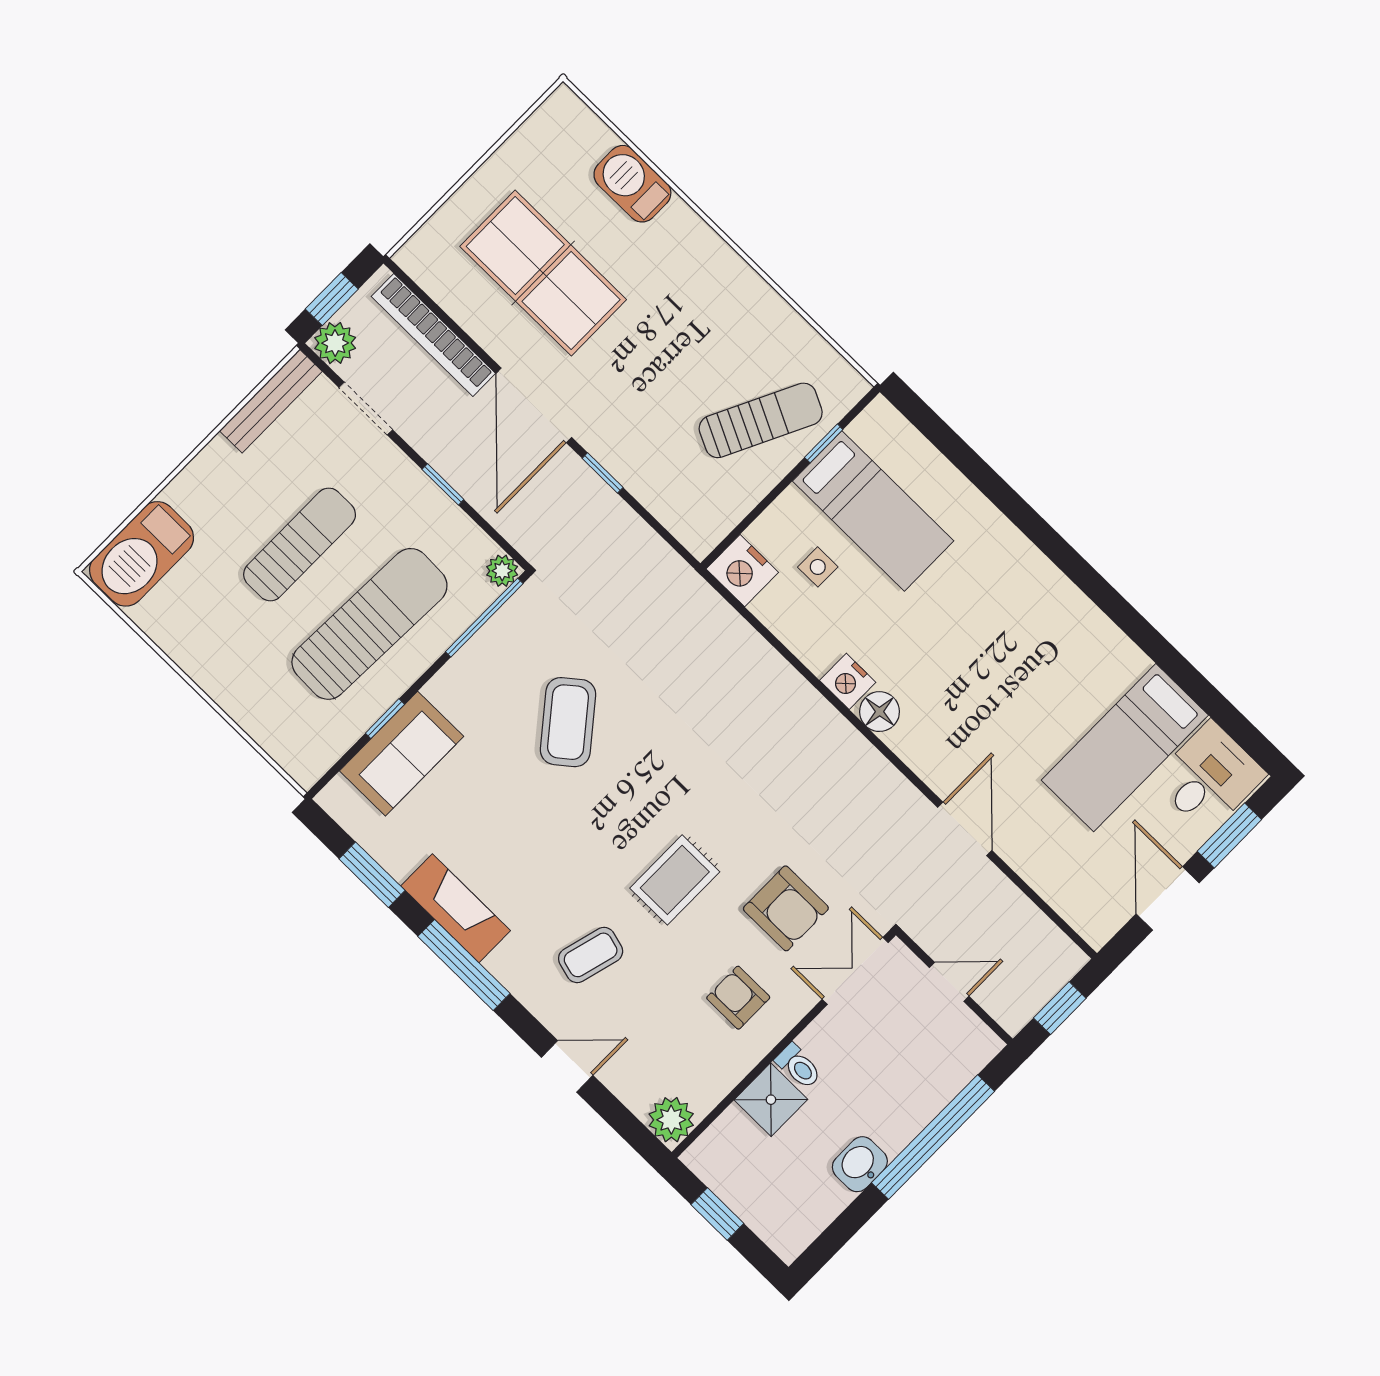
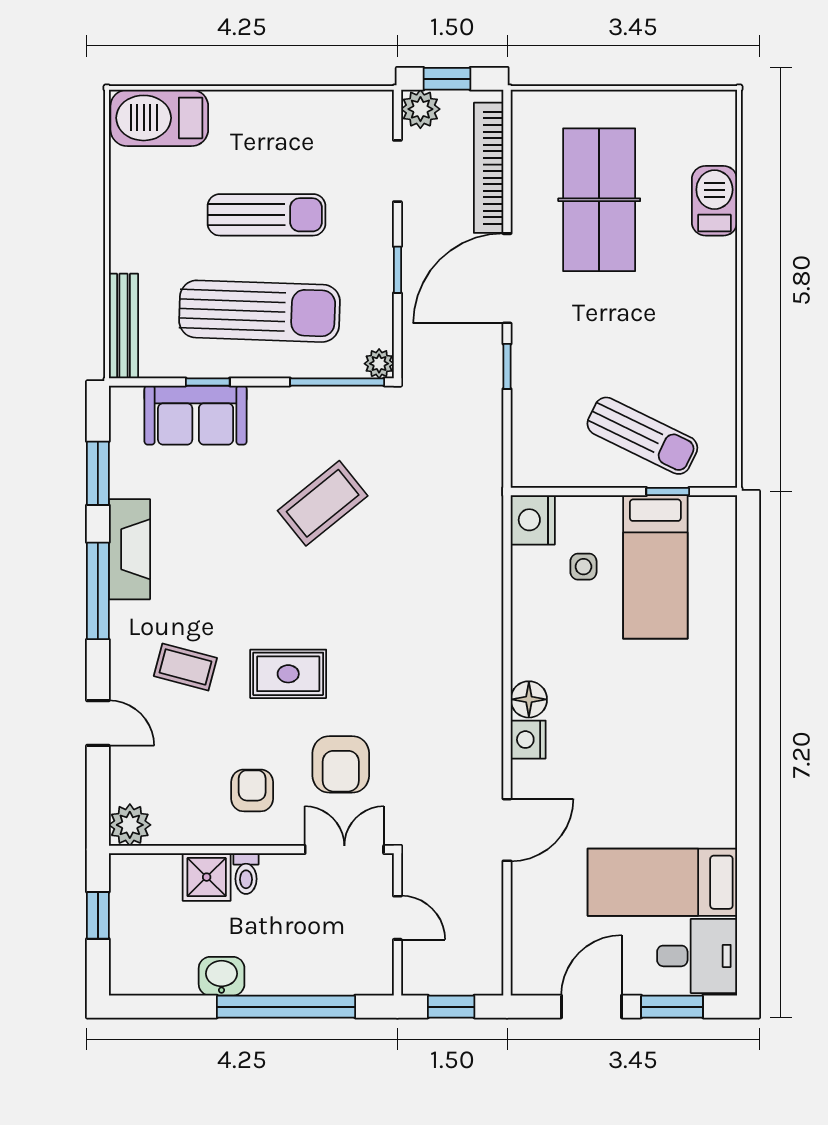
bench: (271, 401) -> (123, 326), moved, turned 90
nightstand: (848, 681) -> (528, 740), moved

